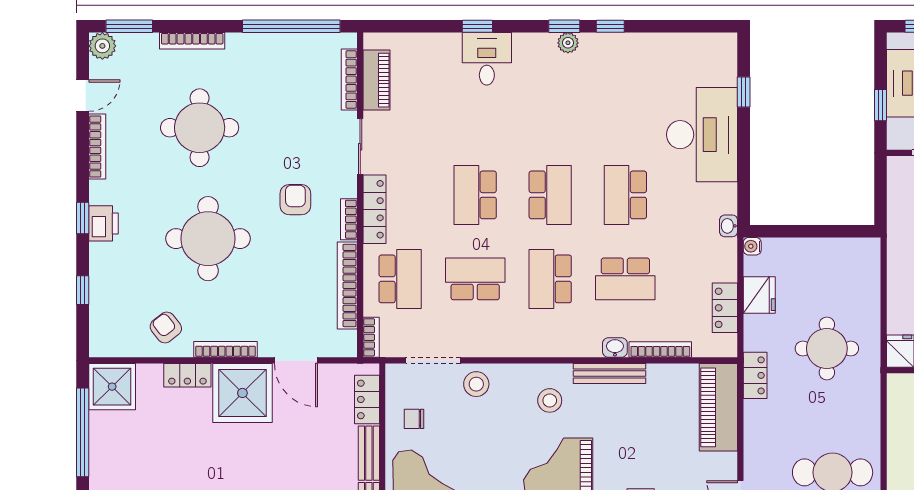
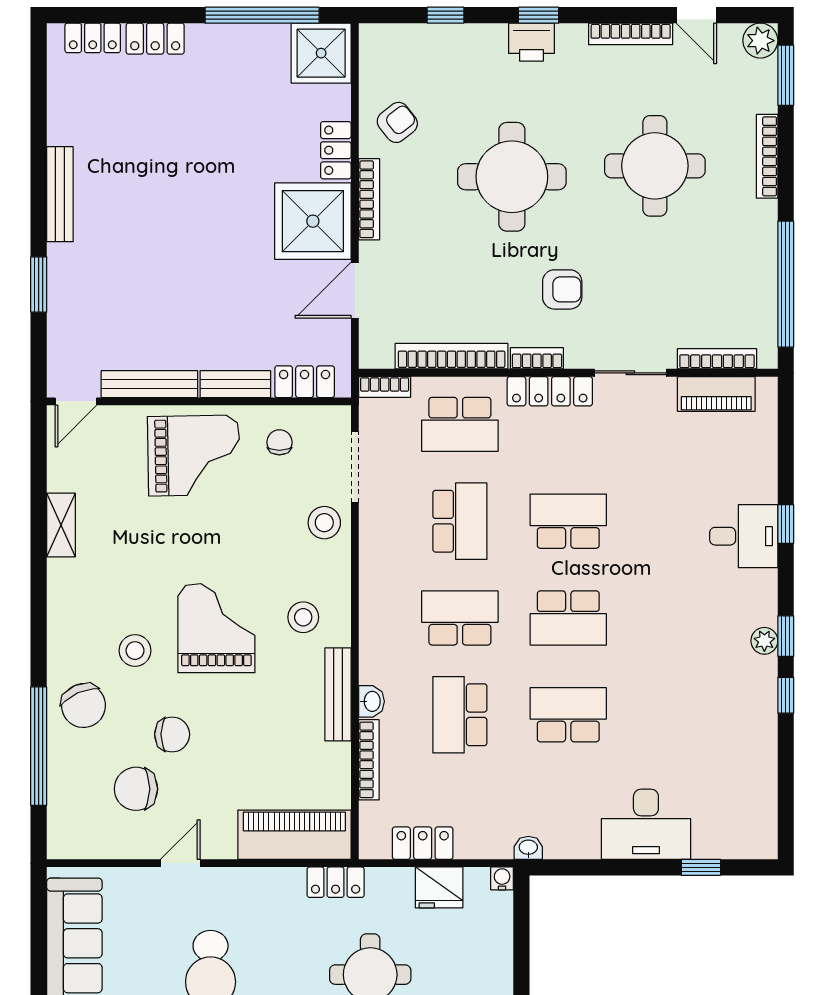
desk: (702, 135) -> (646, 824), width x0.73, depth x0.77

